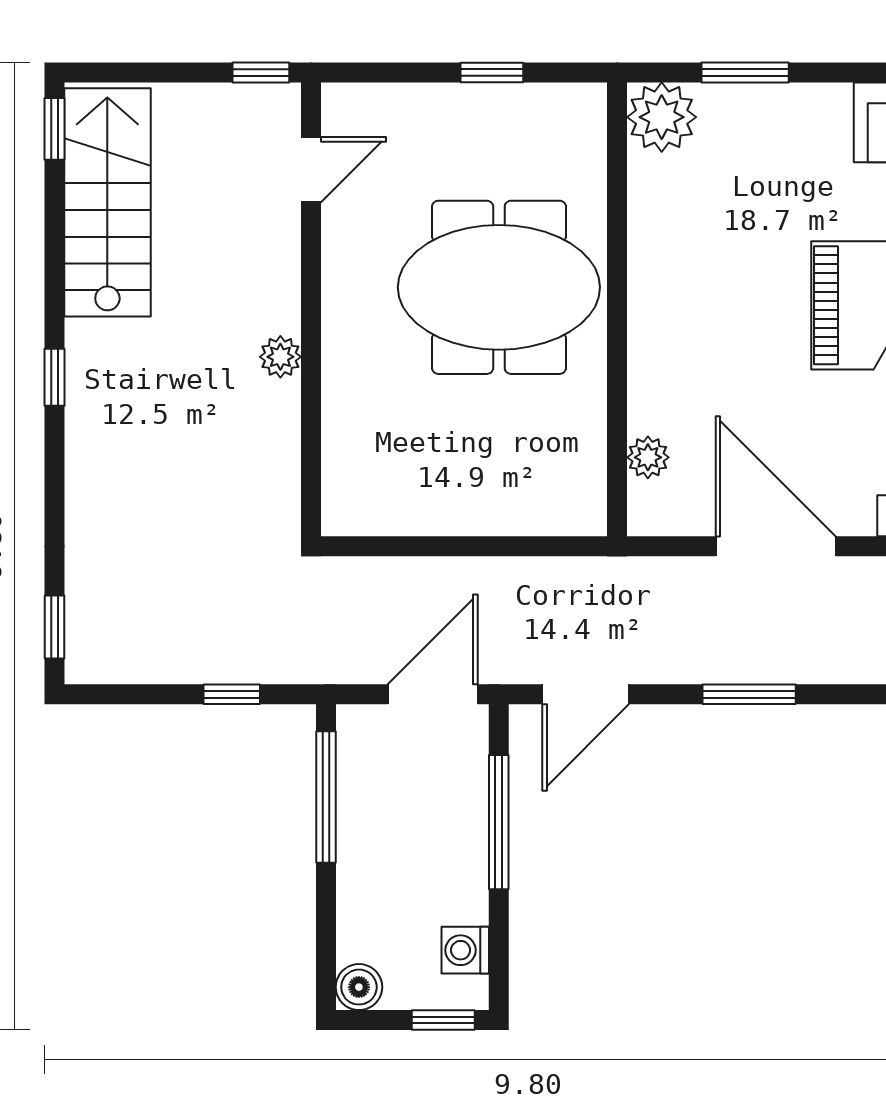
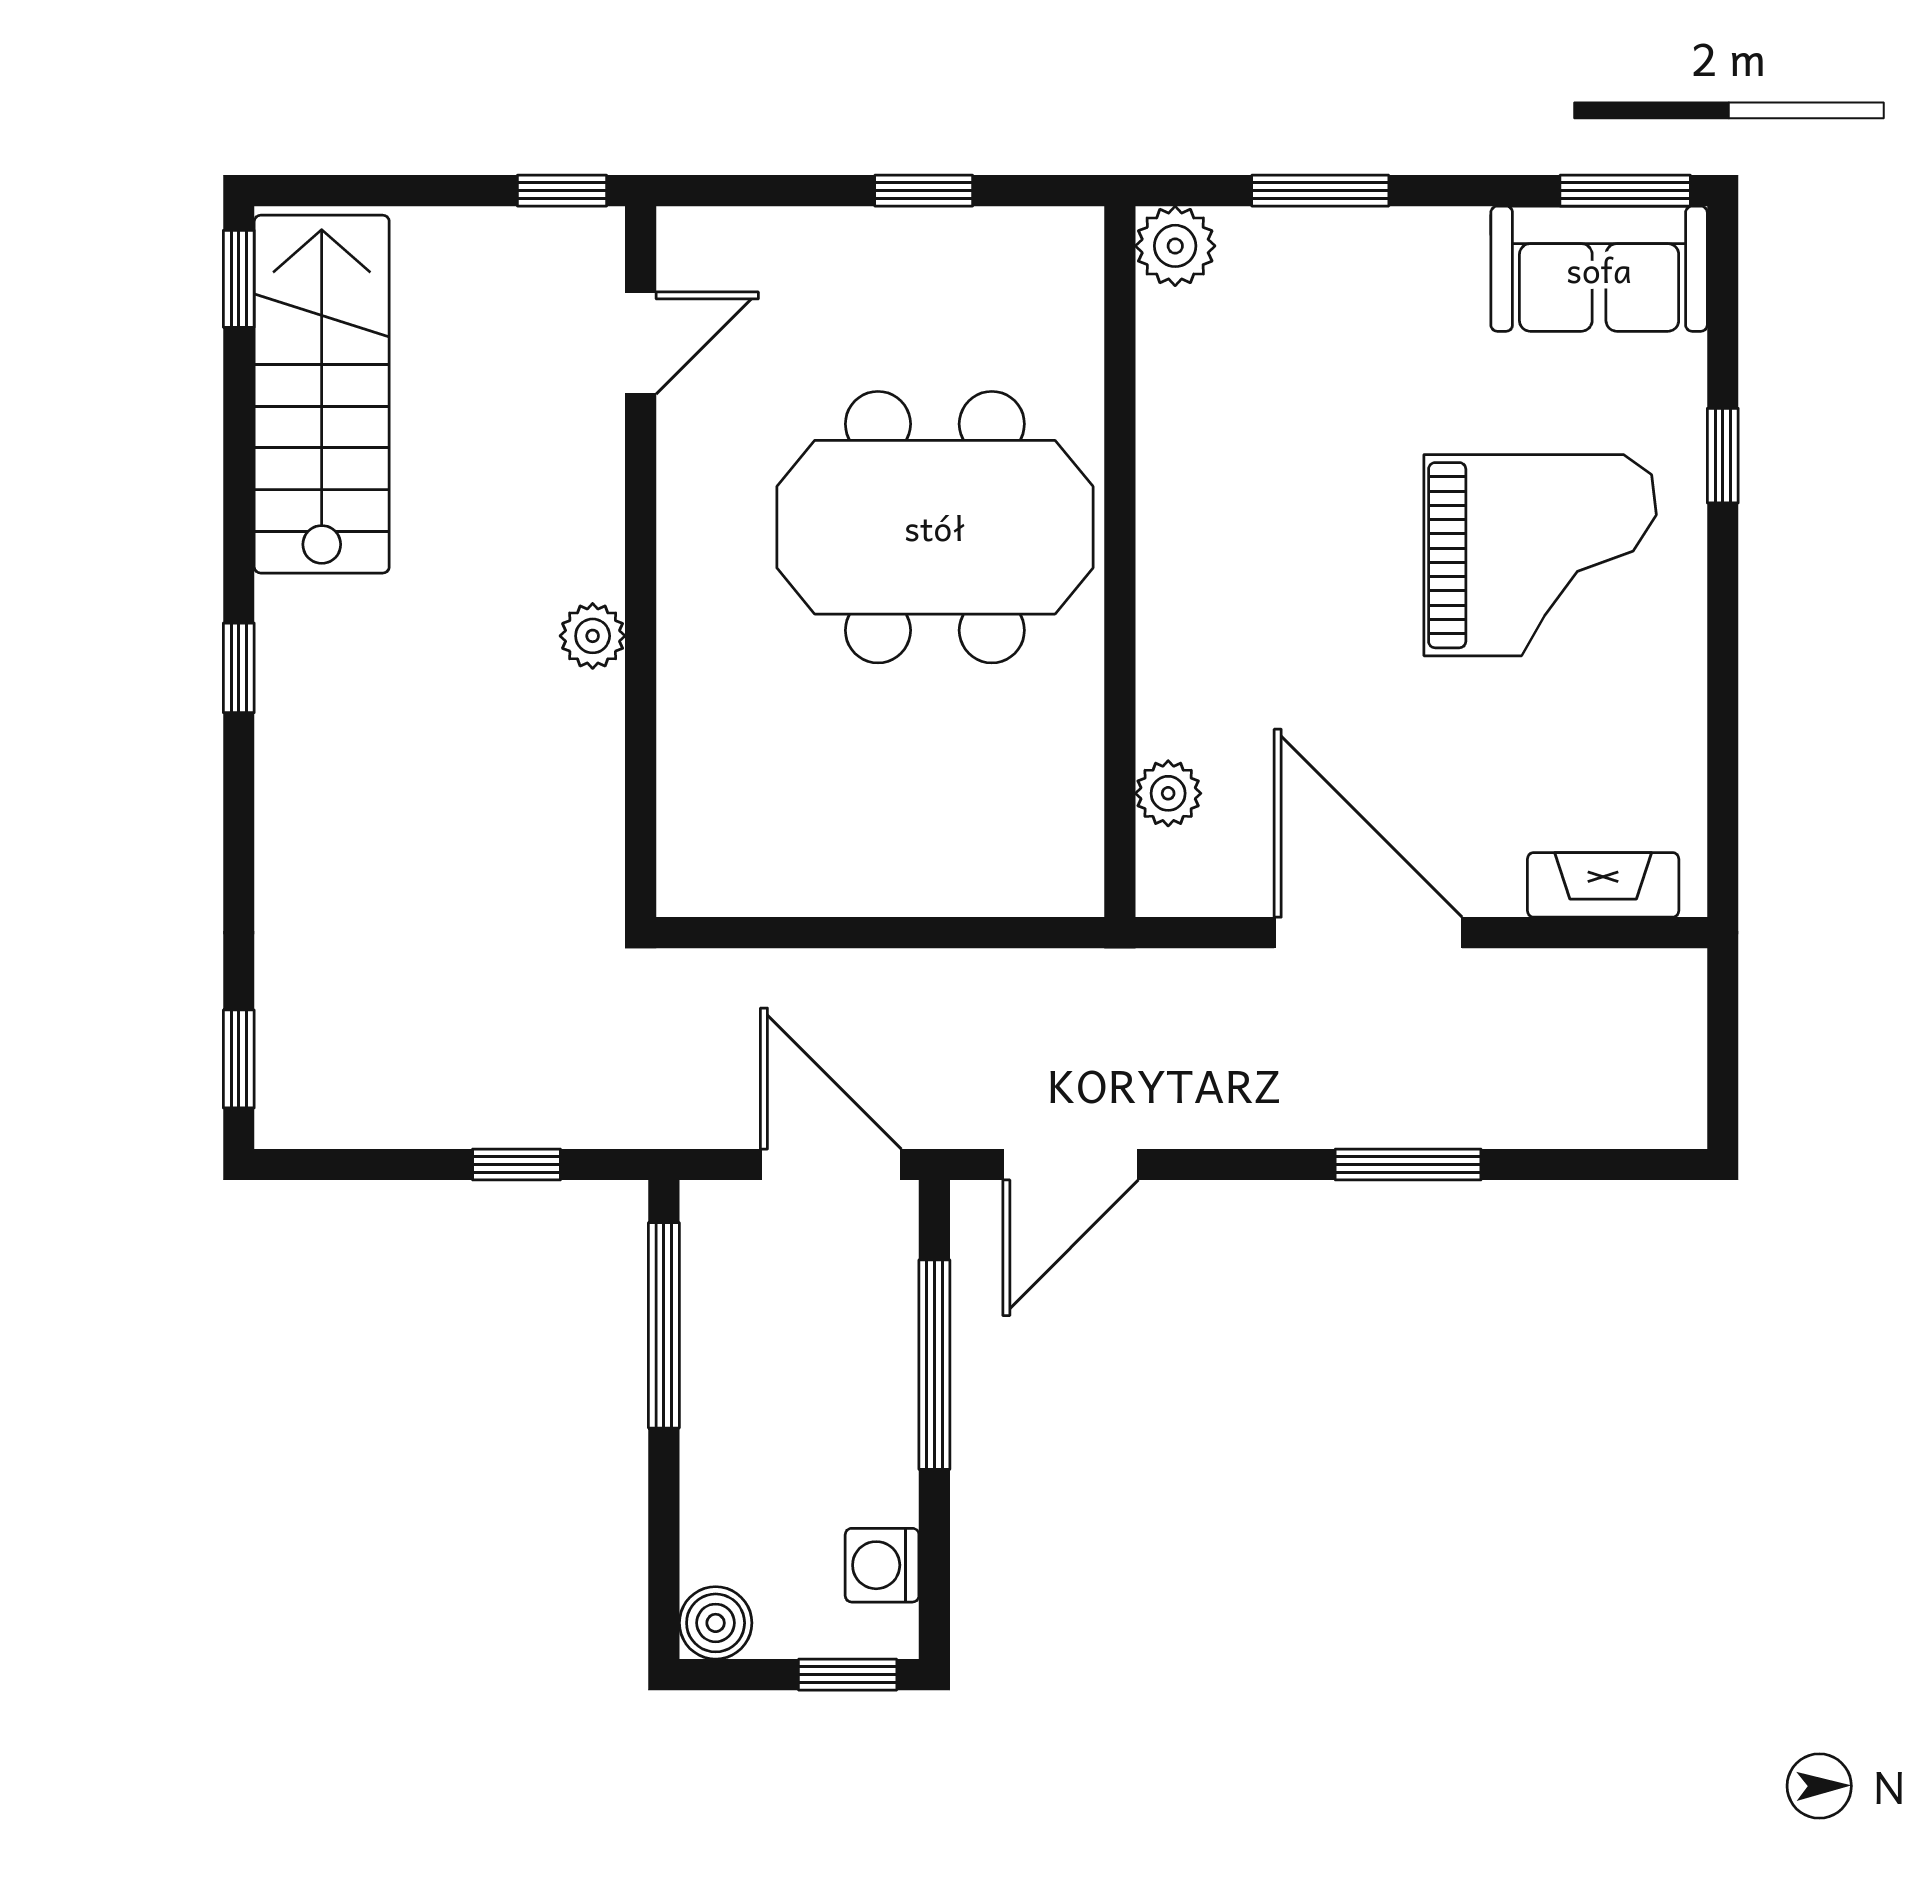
plant: (662, 117) -> (1175, 246), width x0.73, depth x0.73
door: (433, 694) -> (831, 1165), hinge flipped
window: (749, 694) -> (1408, 1165), moved

